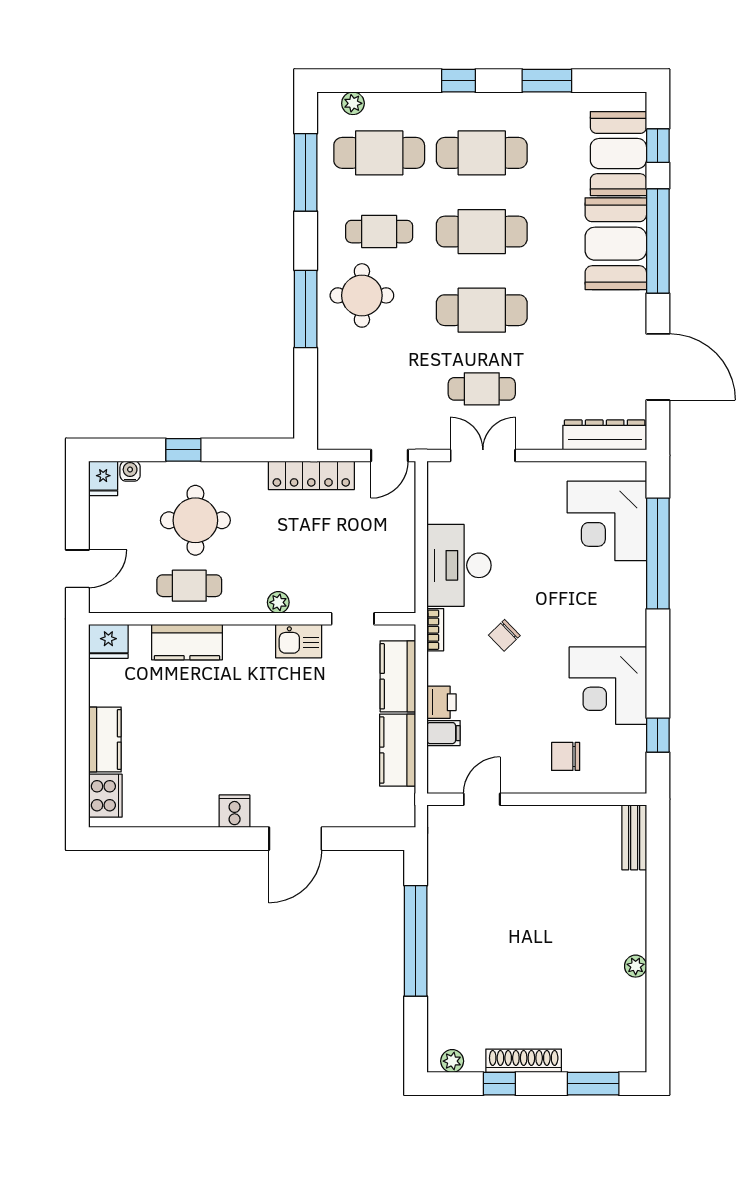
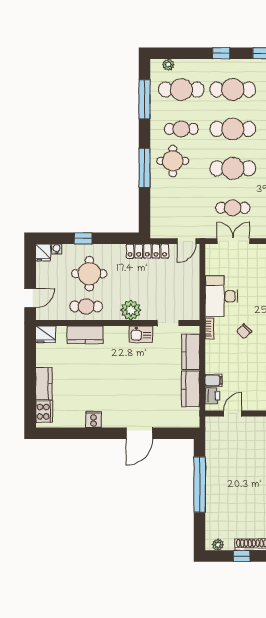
plant: (278, 602) -> (131, 310), width x1.87, depth x1.87
printer: (441, 702) -> (213, 396), moved
cooker: (235, 811) -> (93, 419), moved

